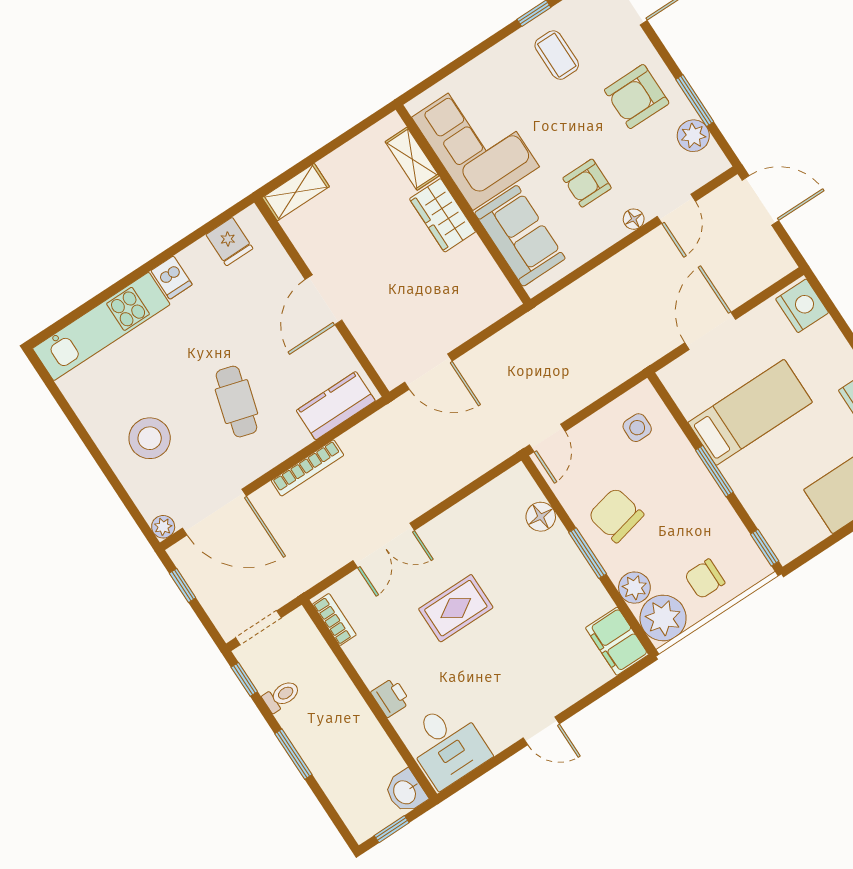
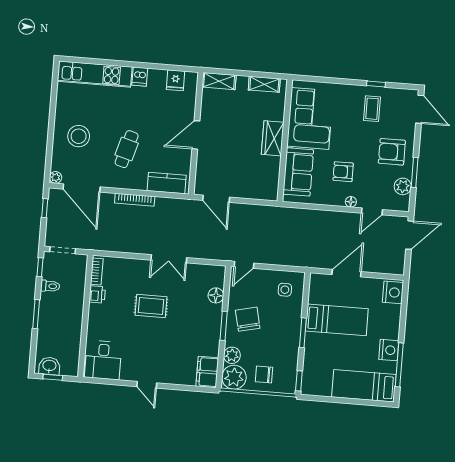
shelving: (412, 159) -> (264, 84), moved, turned 90
door: (760, 200) -> (410, 235), hinge flipped
double door: (384, 545) -> (169, 259), moved
printer: (391, 697) -> (97, 294), moved
washbasin: (405, 792) -> (49, 366), moved, turned 90

